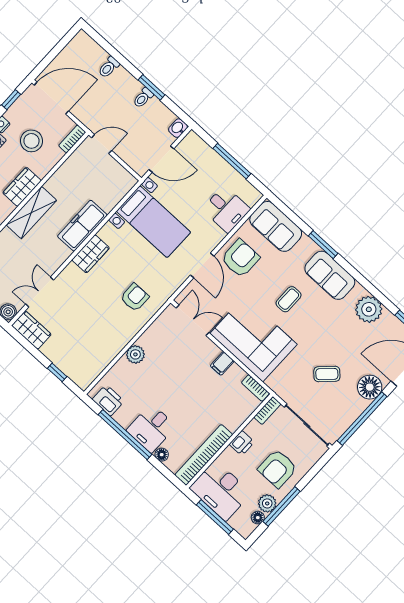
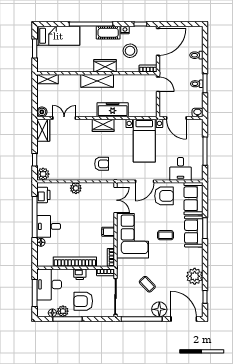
door: (51, 98) -> (158, 42), hinge flipped
sofa: (330, 275) -> (194, 232), moved
plant: (83, 378) -> (43, 174), added
bookcase: (204, 455) -> (75, 262), moved

